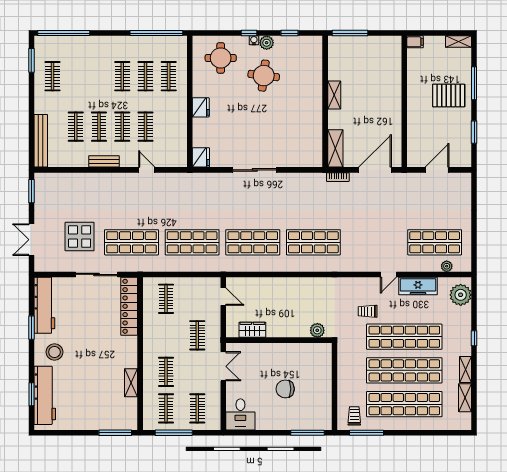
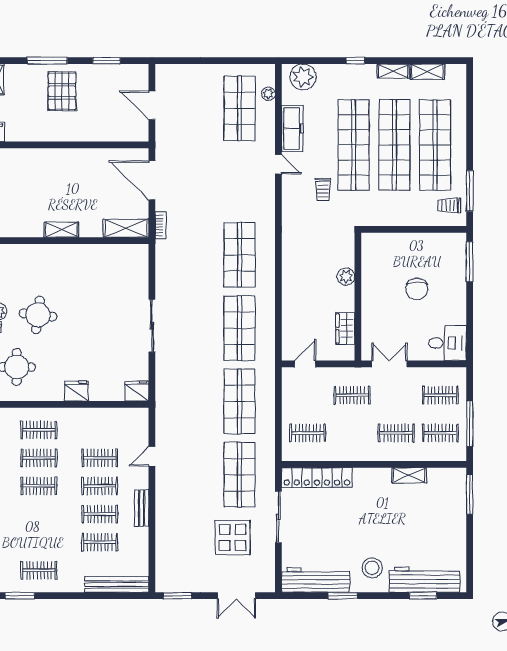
plant: (317, 330) -> (346, 277), moved

